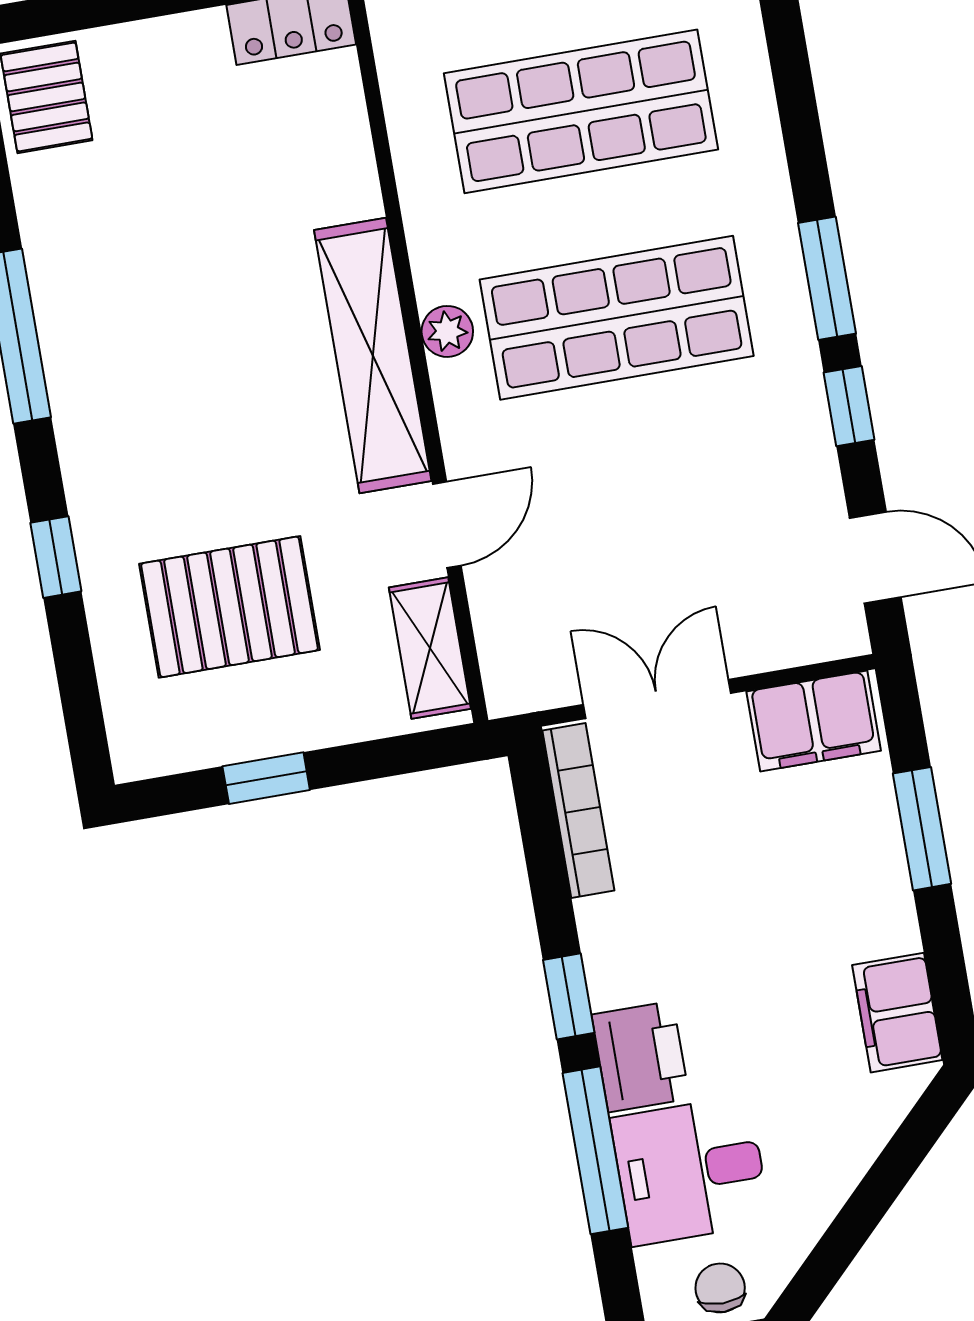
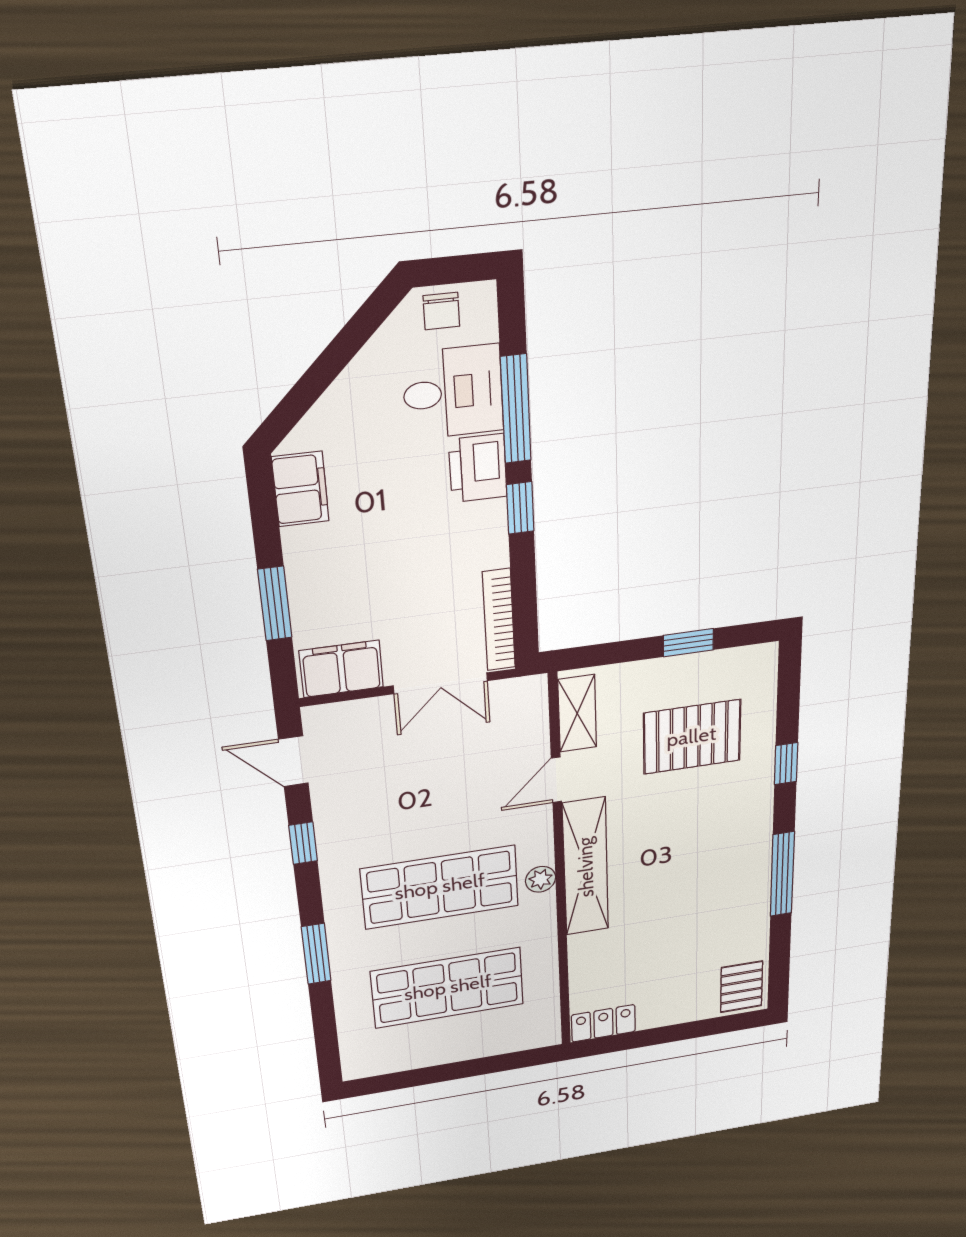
window: (827, 278) -> (316, 954), moved

